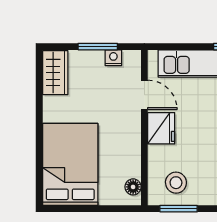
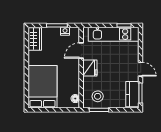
door: (144, 95) -> (81, 51), swing flipped

